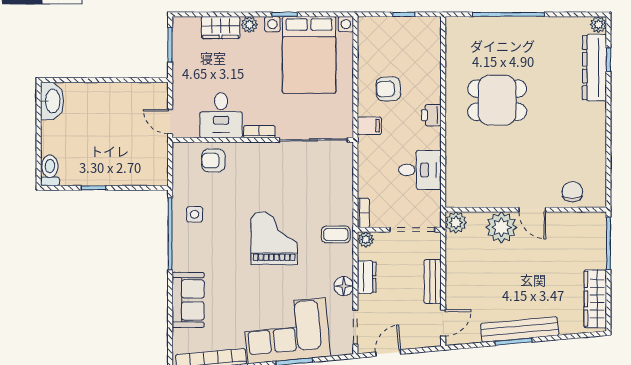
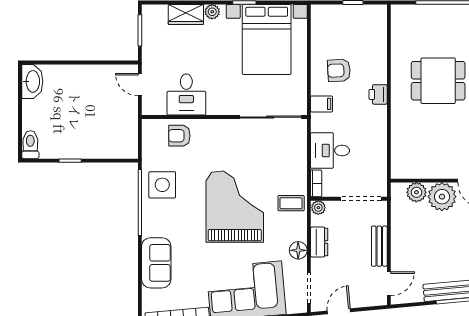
door: (170, 122) -> (140, 85), moved
bookcase: (259, 132) -> (221, 109), removed
desk: (420, 170) -> (330, 150), moved, turned 180
side table: (195, 214) -> (162, 185), width x1.87, depth x1.87
plant: (456, 222) -> (416, 192), moved
grand piano: (274, 238) -> (235, 207), width x1.37, depth x1.48

